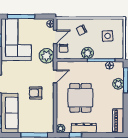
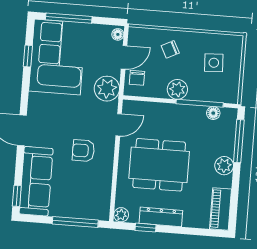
plant: (118, 84) -> (224, 166), moved
dining table: (80, 98) -> (159, 165), width x1.38

